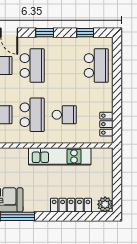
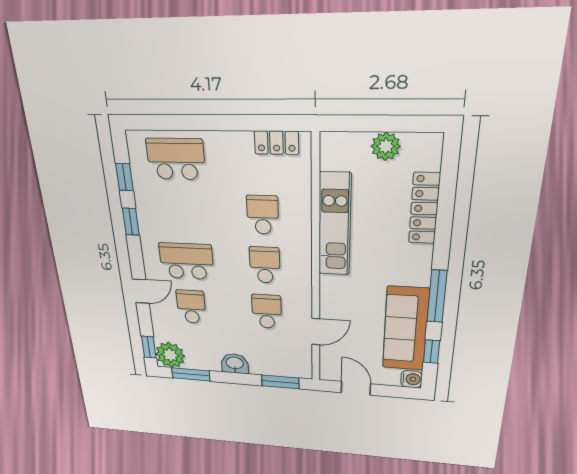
window: (45, 33) -> (131, 222), moved
school desk: (32, 115) -> (265, 265), width x0.54
plant: (105, 204) -> (386, 146), moved

